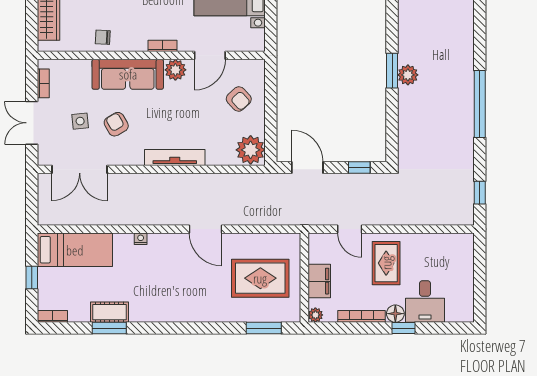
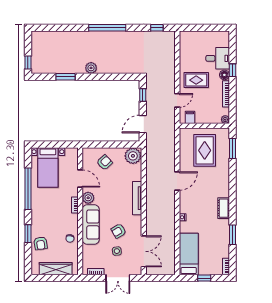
window: (392, 71) -> (65, 77), moved
filing cabinet: (319, 281) -> (190, 117), moved, width x0.50
cot: (109, 312) -> (224, 208), moved

